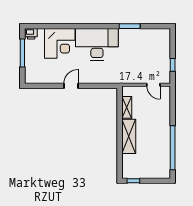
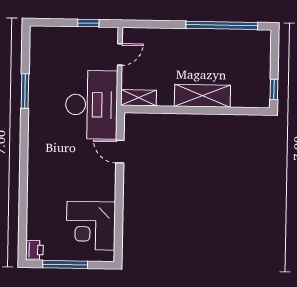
corner desk: (60, 43) -> (91, 226), moved, turned 180
desk: (97, 44) -> (92, 105), moved, turned 180
door: (71, 86) -> (120, 152), moved
shelving: (127, 107) -> (139, 98), moved

